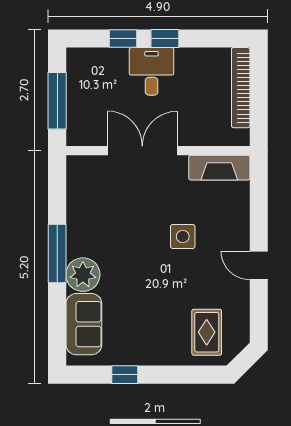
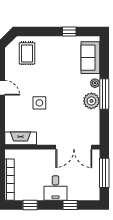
window: (165, 39) -> (30, 205), moved
double door: (142, 151) -> (74, 147), moved
plant: (82, 240) -> (91, 101), added
plant: (83, 275) -> (95, 83), width x0.53, depth x0.53

